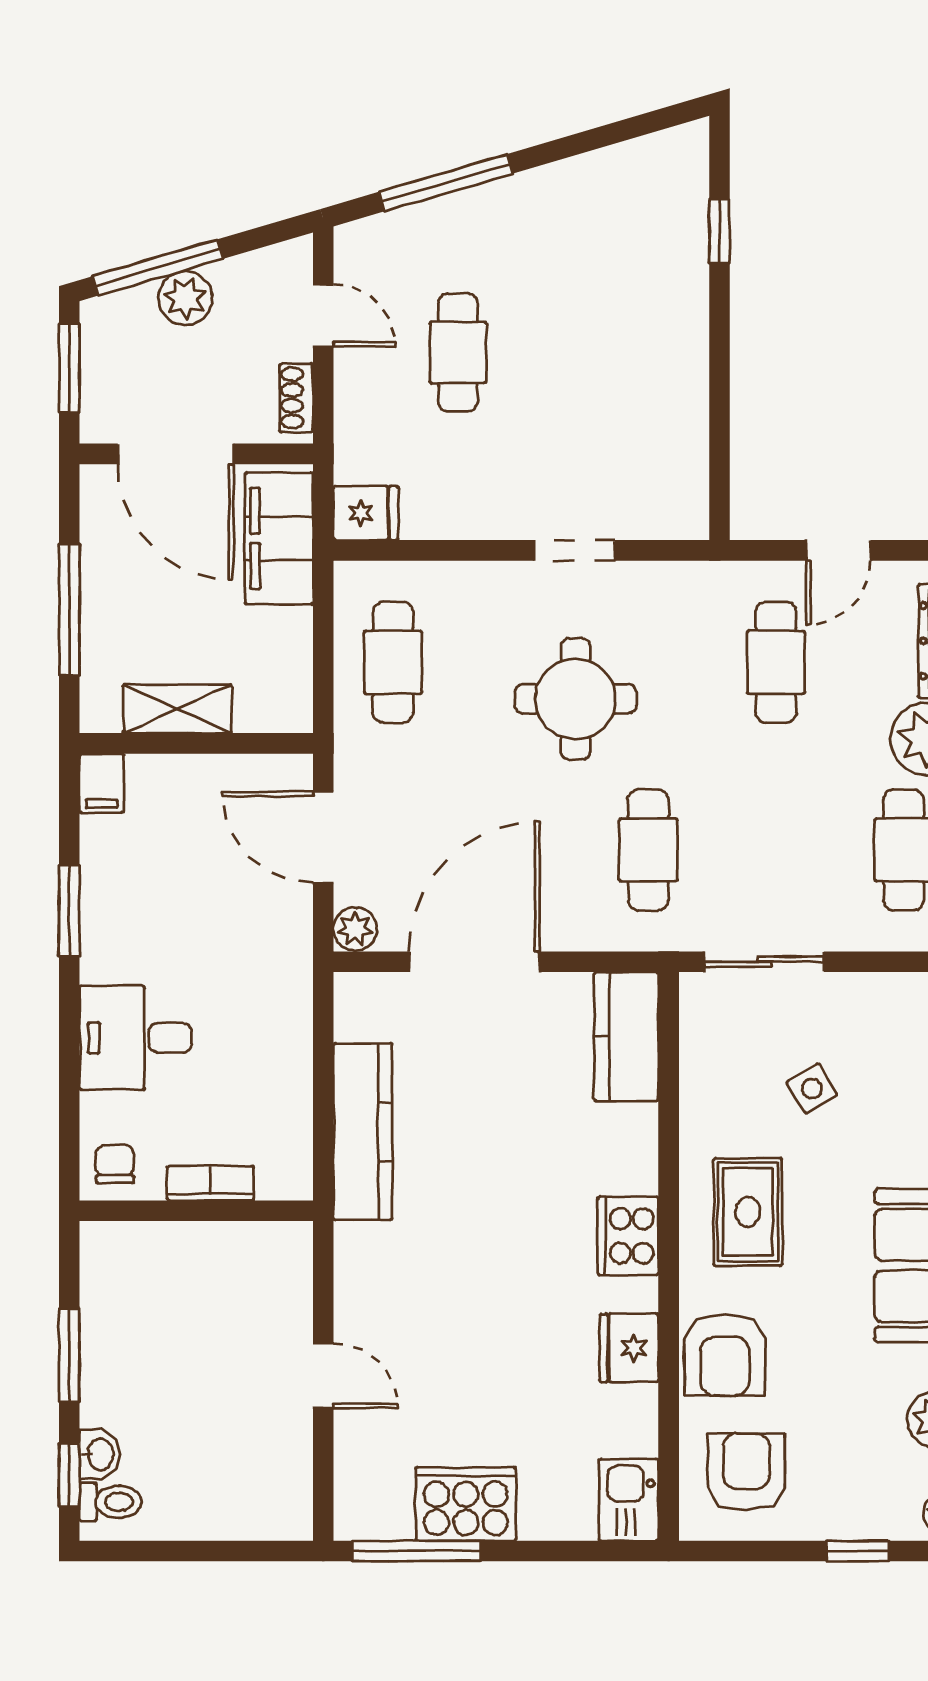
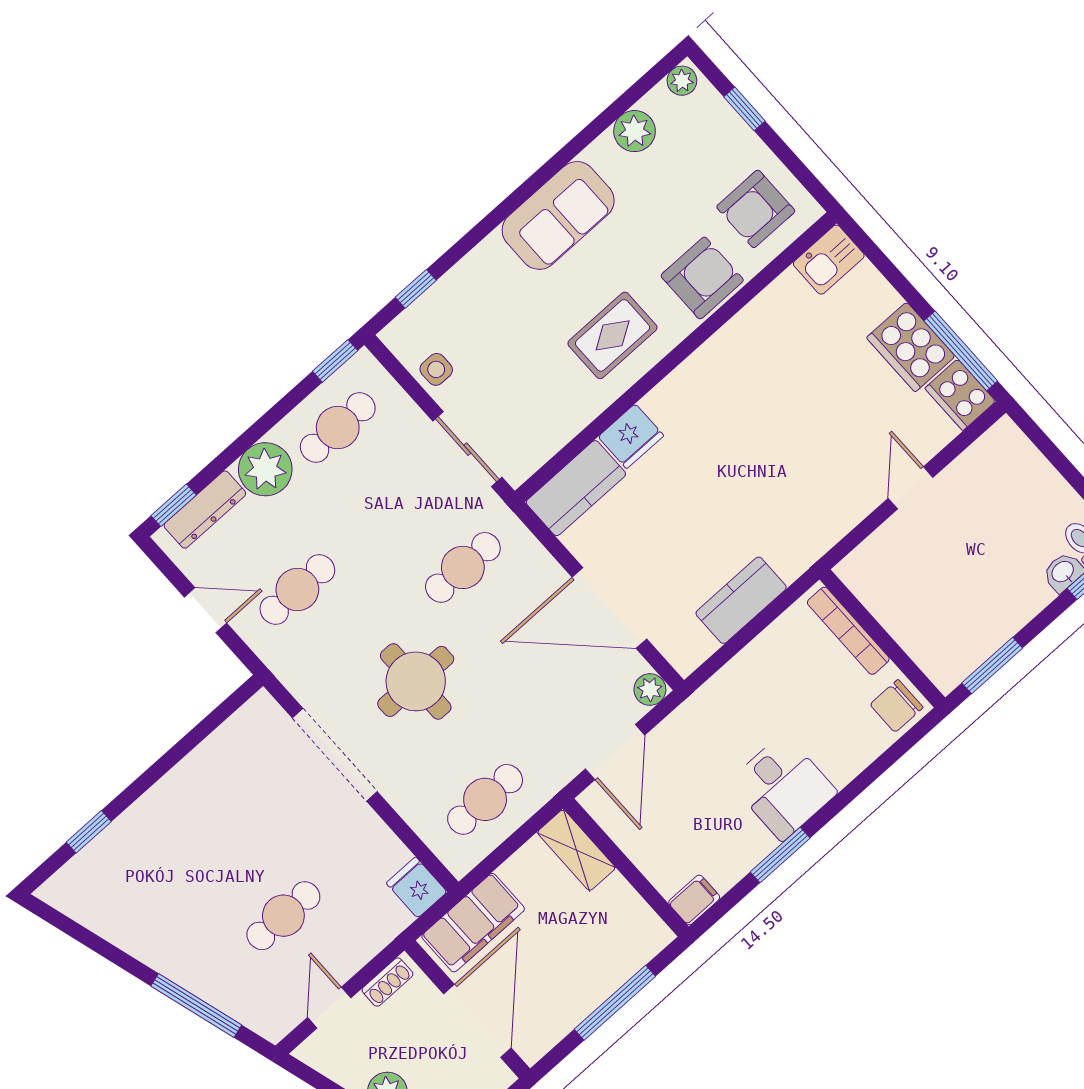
doorway: (575, 550) -> (335, 755), width x1.88
shelving: (177, 709) -> (576, 850), moved
desk: (136, 1038) -> (783, 787), moved
side table: (812, 1089) -> (436, 369), moved, turned 31
kitchen counter: (363, 1132) -> (741, 600), width x0.67
chair: (115, 1164) -> (897, 706), width x1.37, depth x1.37
bookcase: (211, 1183) -> (848, 631), width x1.56
cooker: (628, 1236) -> (960, 395), moved, turned 90
fridge: (629, 1348) -> (631, 436), moved
window: (69, 1355) -> (992, 665), moved

